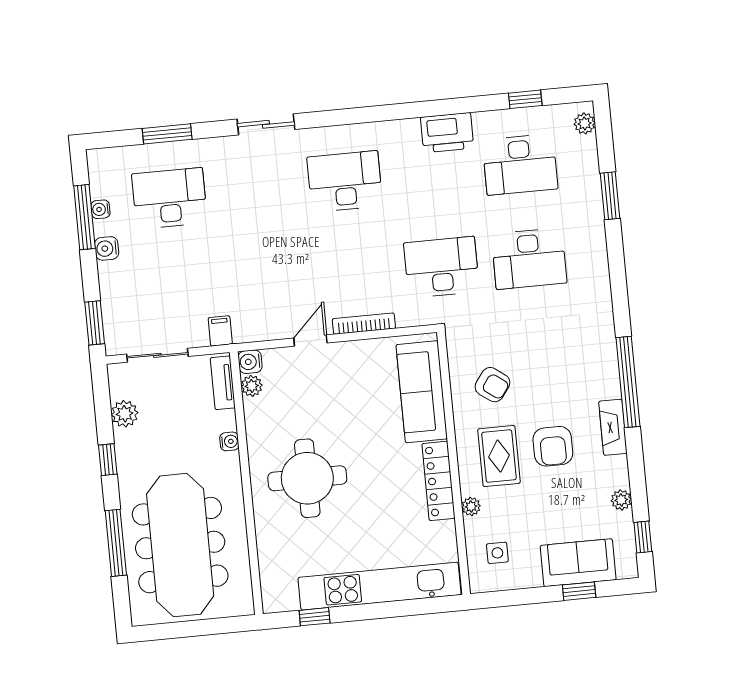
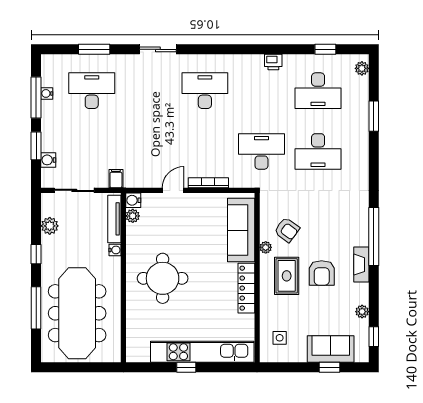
printer: (447, 133) -> (273, 62), width x0.53, depth x0.68
water cooler: (107, 248) -> (48, 160), moved
window: (95, 323) -> (36, 146), moved
tv unit: (223, 383) -> (114, 219), width x1.41
plant: (471, 506) -> (266, 247), moved
window: (315, 617) -> (186, 367), moved

